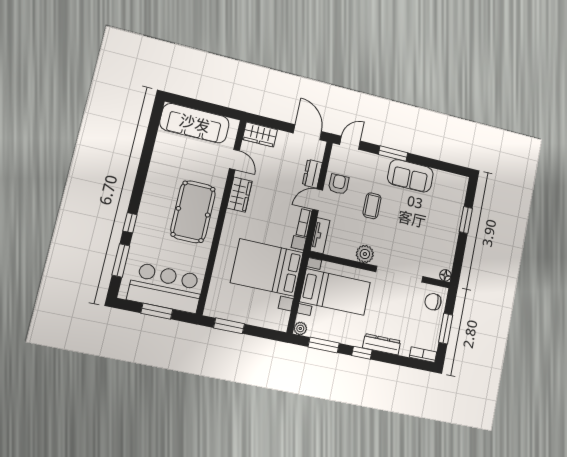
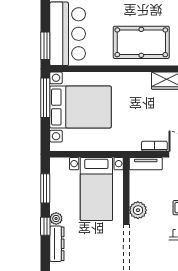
bed with nightstands: (267, 267) -> (81, 107), moved, turned 90
window: (157, 311) -> (45, 46), moved
window: (229, 326) -> (45, 98), width x1.44
plant: (300, 328) -> (56, 219), moved

